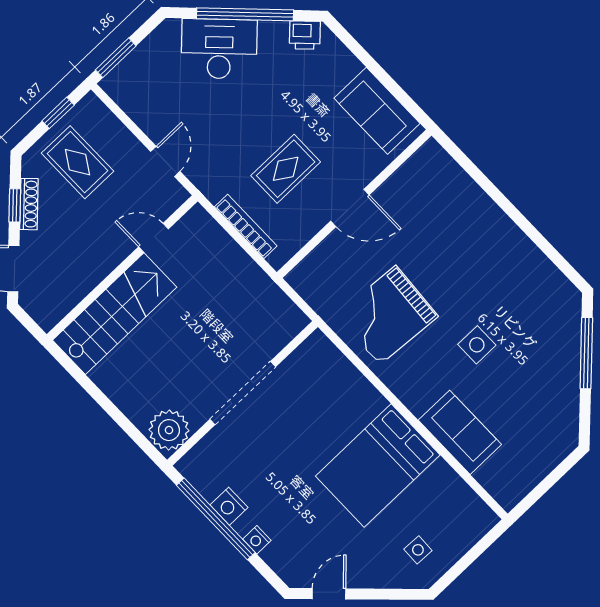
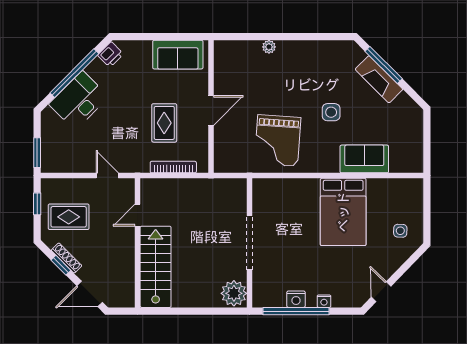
plant: (484, 205) -> (269, 47), added
fireplace: (565, 363) -> (379, 79), added

